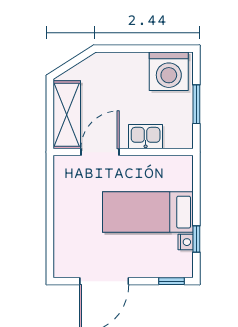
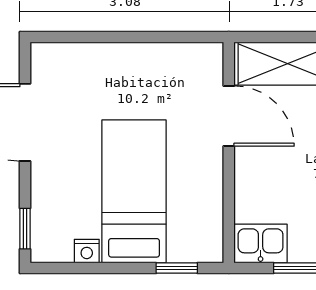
kitchen sink: (146, 137) -> (261, 244), moved, turned -90
window: (196, 239) -> (177, 268), moved

